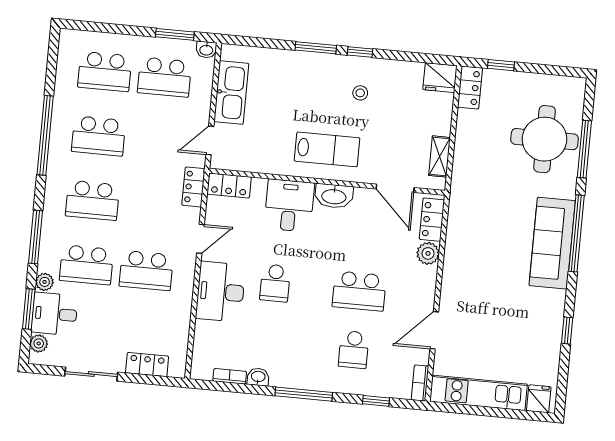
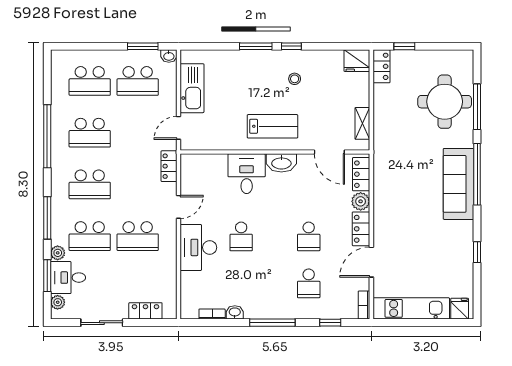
locker: (229, 185) -> (361, 229), moved, turned 90
school desk: (359, 291) -> (309, 236), width x0.54

